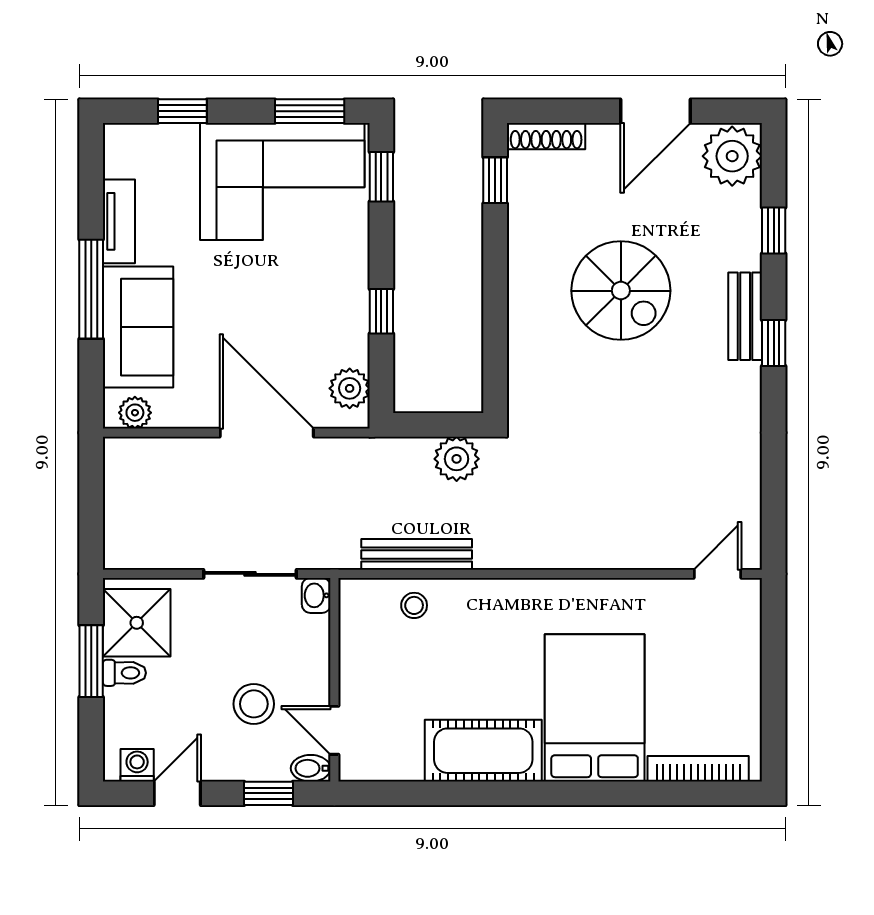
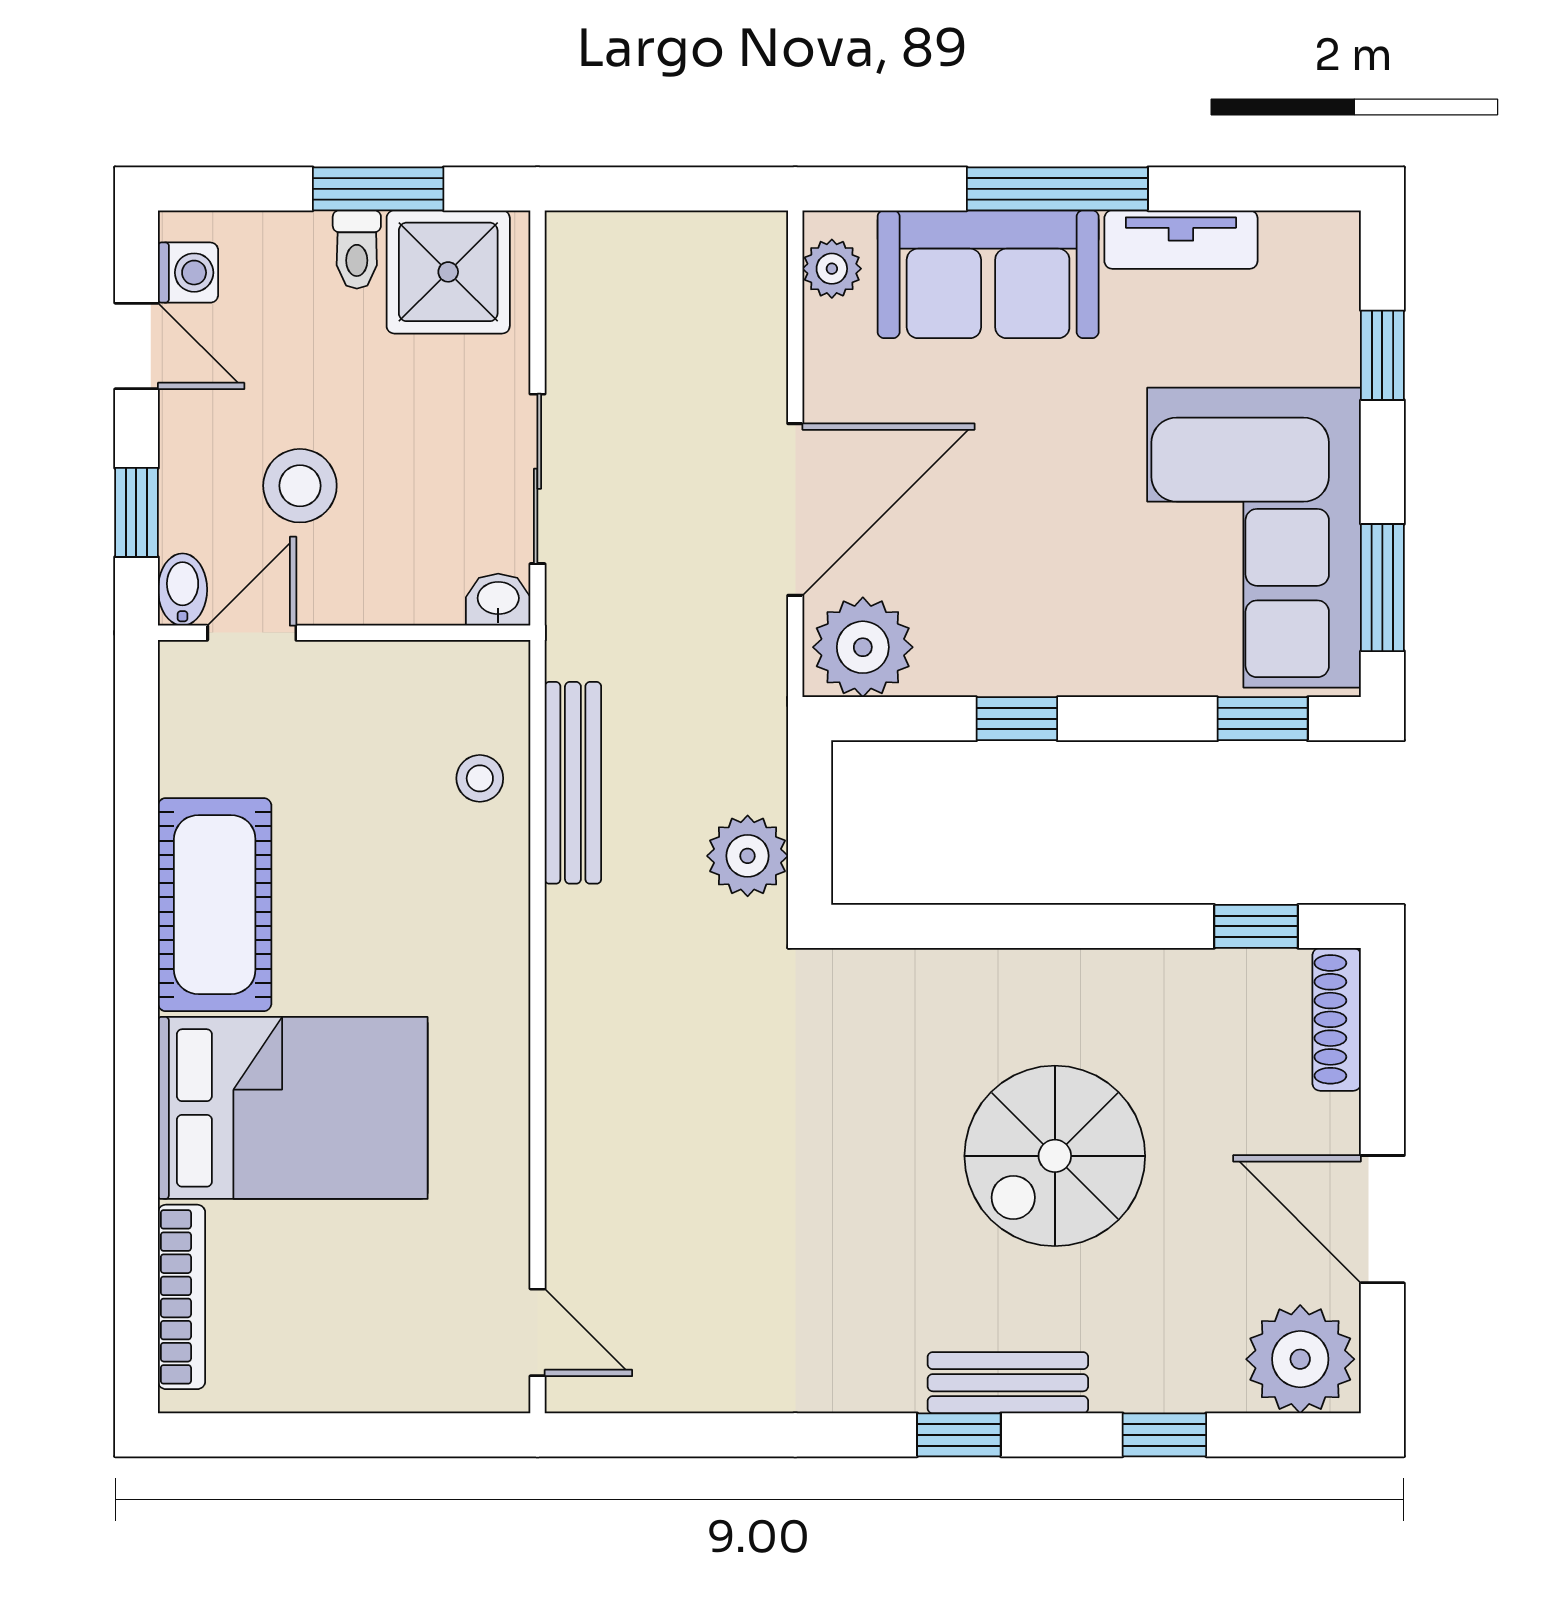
plant: (350, 388) -> (863, 647), width x1.36, depth x1.36

